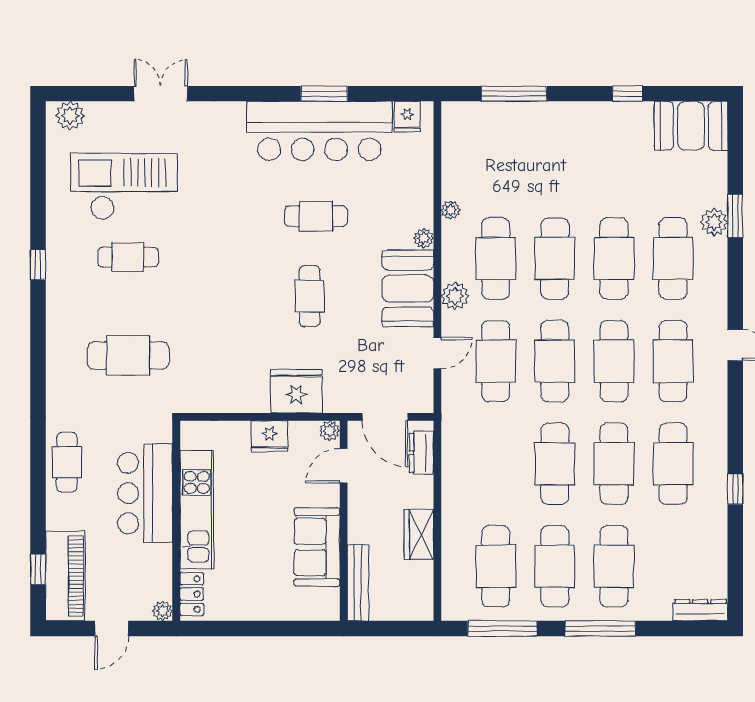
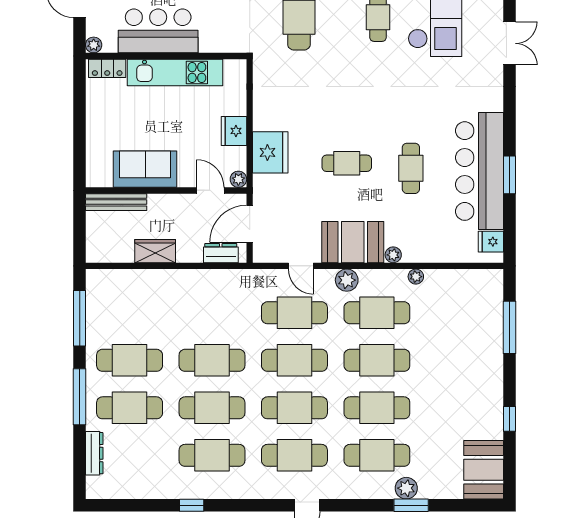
bar counter: (145, 493) -> (158, 31), moved
cafe table: (496, 566) -> (130, 313), removed
dresser: (700, 610) -> (94, 453), moved

